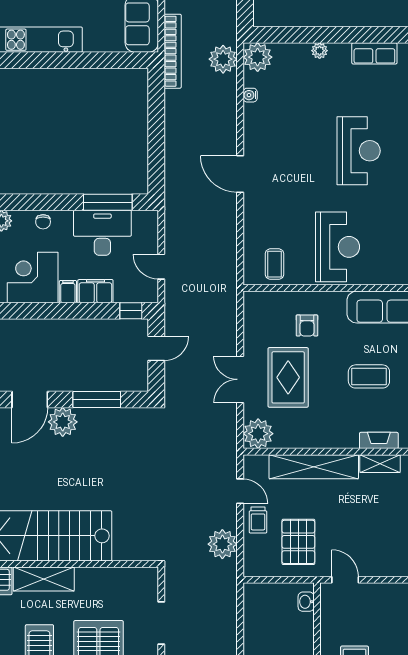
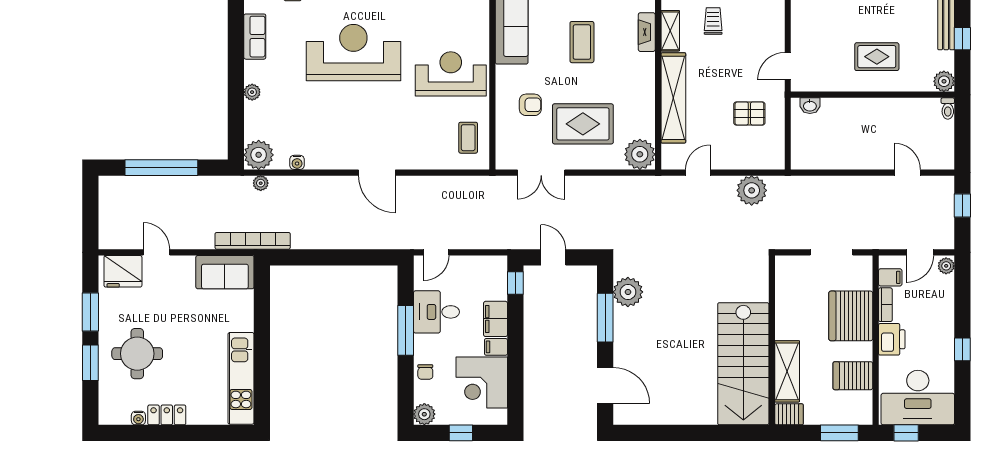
plant: (223, 59) -> (261, 183), width x0.53, depth x0.53
reception desk: (359, 151) -> (353, 53), width x1.36, depth x1.30
door: (240, 174) -> (377, 173), hinge flipped
window: (108, 202) -> (406, 330), moved
chair: (43, 222) -> (425, 372), turned 90
desk: (102, 233) -> (436, 312), width x0.73
coffee table: (275, 264) -> (468, 138), turned 90
door: (161, 267) -> (436, 252), moved
double door: (240, 379) -> (541, 173), moved
plant: (63, 422) -> (628, 292), moved
trolley: (258, 520) -> (713, 21), moved, turned -90
pallet: (298, 542) -> (749, 114), width x0.67, depth x0.71

